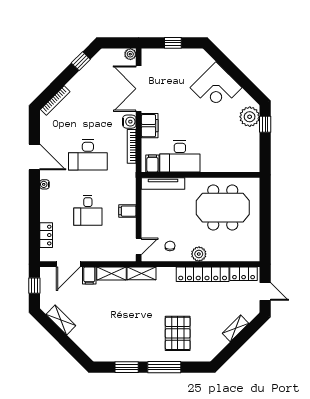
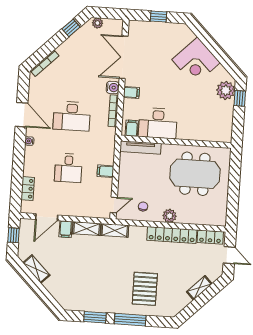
plant: (130, 54) -> (97, 23), moved
filing cabinet: (150, 126) -> (131, 93), width x0.50

